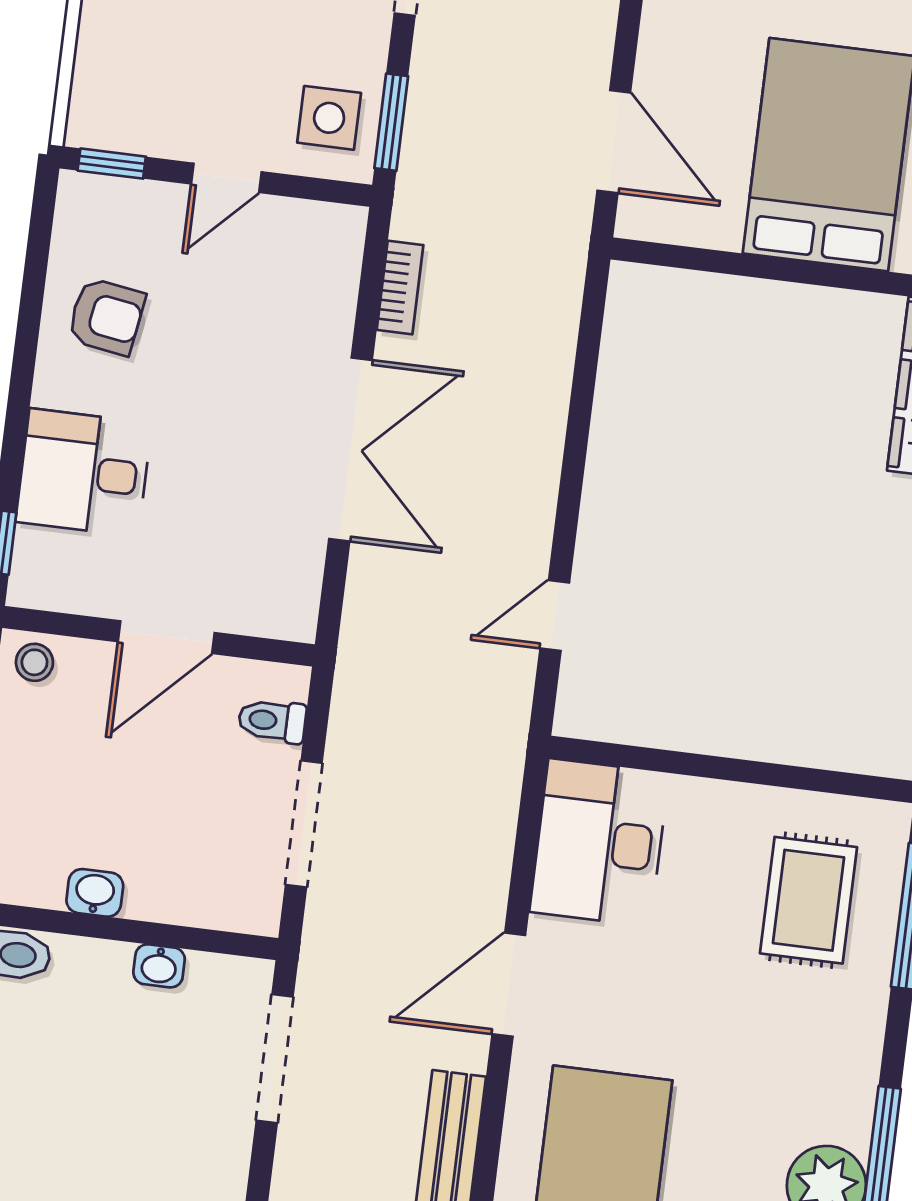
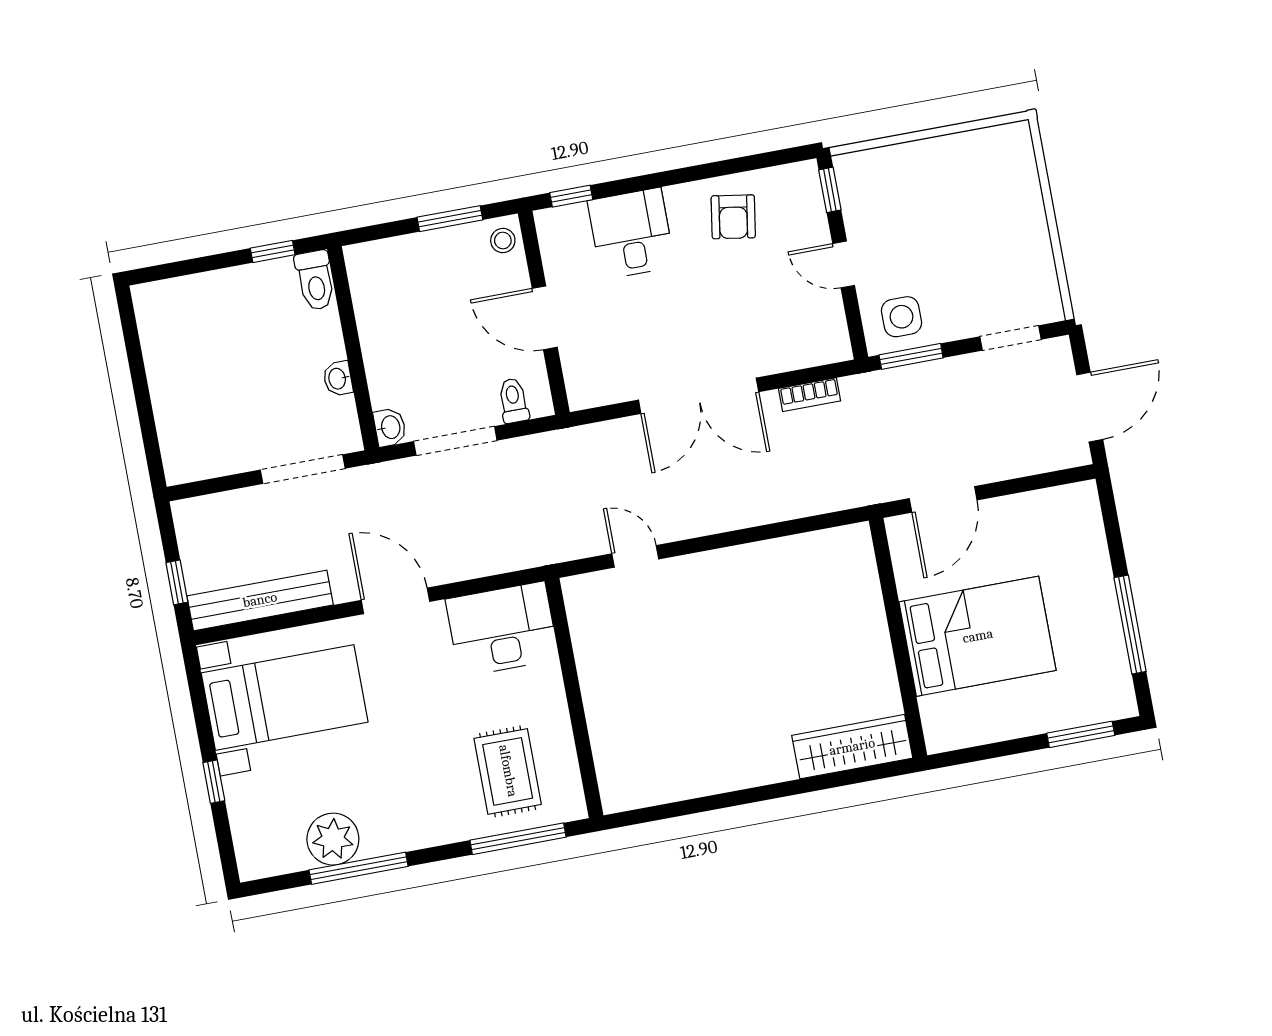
washbasin: (95, 893) -> (390, 427), moved
rug: (809, 900) -> (508, 771), turned 90

